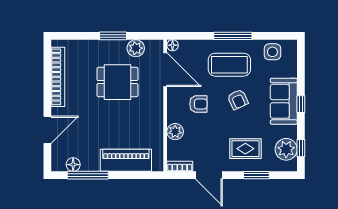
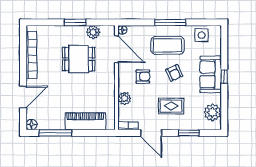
window: (301, 148) -> (224, 112), removed
rug: (245, 149) -> (171, 106), moved
floor lamp: (73, 165) -> (31, 125), moved

